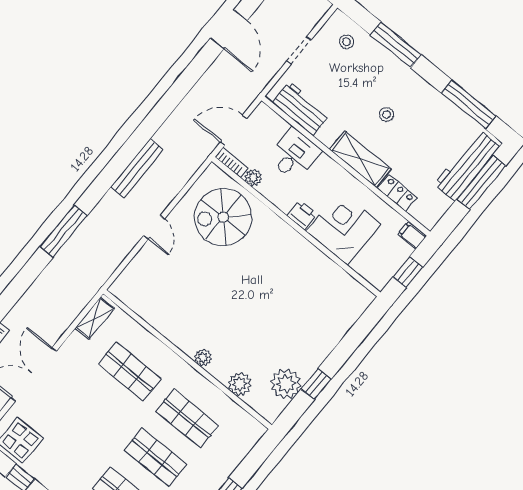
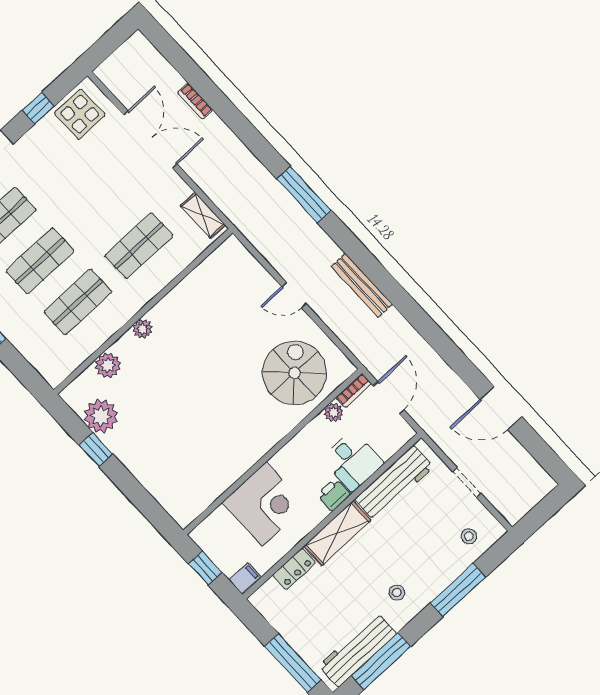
workbench: (301, 109) -> (394, 483), width x1.38
stool: (387, 114) -> (397, 593), moved
workbench: (467, 165) -> (358, 650), moved, turned -90
printer: (302, 215) -> (334, 495), moved, turned 180

